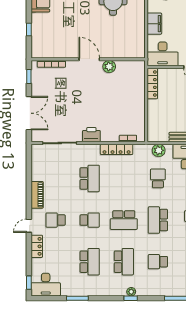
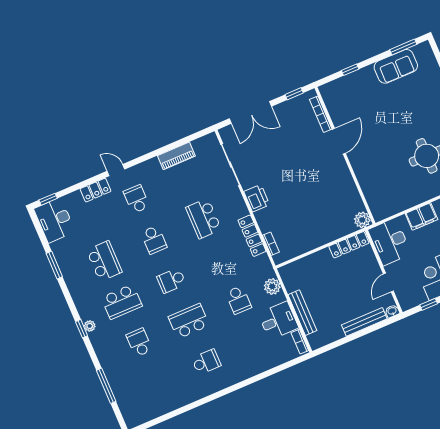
door: (89, 59) -> (339, 141), moved
plant: (109, 67) -> (362, 220), moved
school desk: (90, 178) -> (204, 218), turned 90
school desk: (158, 178) -> (238, 300), turned 90
piano: (37, 195) -> (176, 156), moved
school desk: (124, 220) -> (171, 280), width x0.54
school desk: (90, 262) -> (104, 261), turned -90

